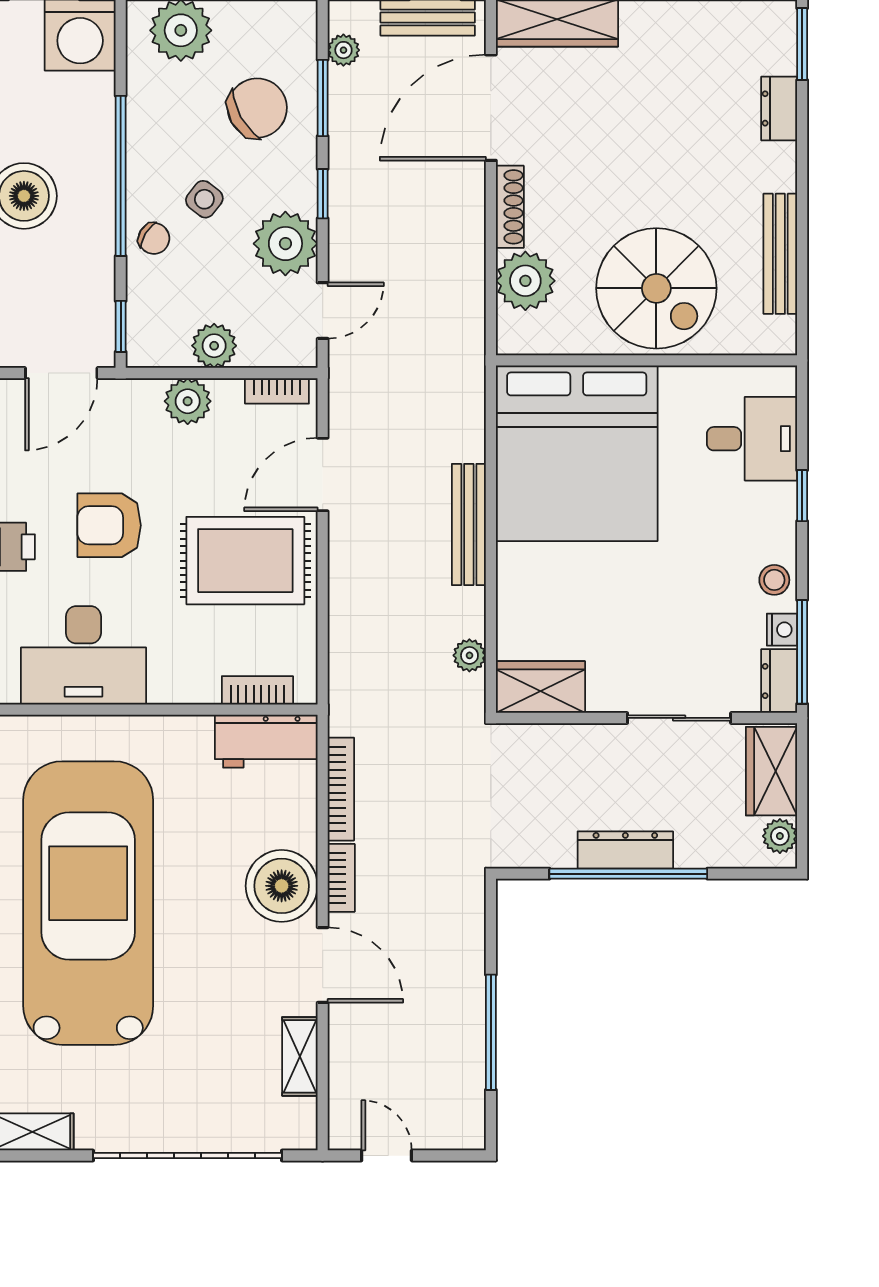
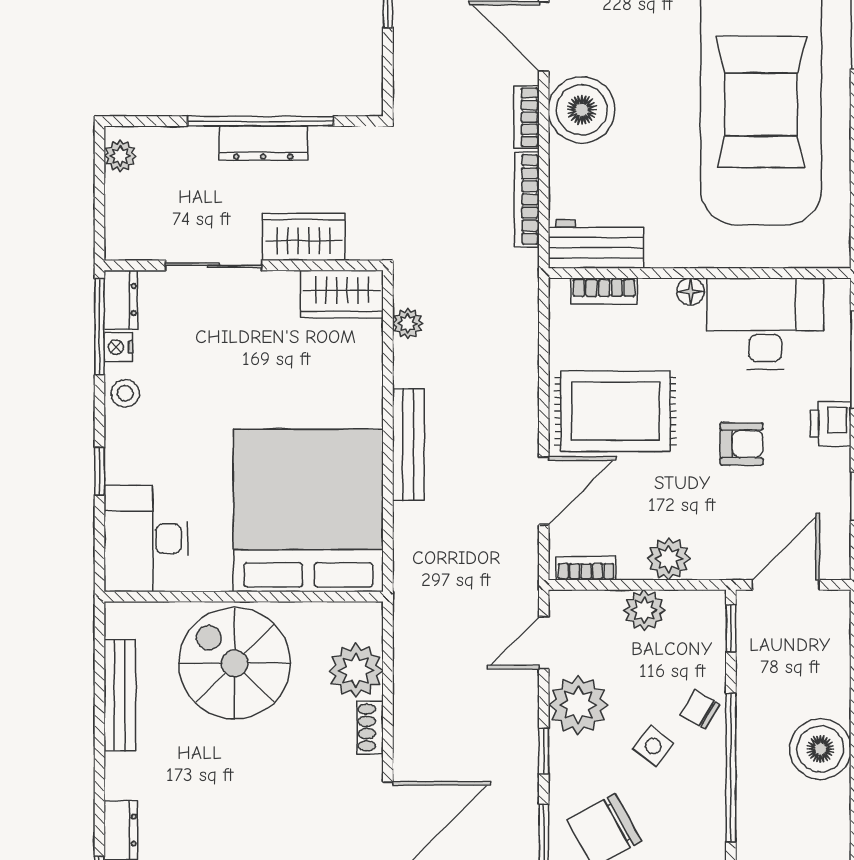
shoe rack: (510, 207) -> (370, 727), width x0.70
desk: (752, 439) -> (146, 539), width x1.37
armchair: (109, 525) -> (742, 444), width x0.72, depth x0.72
floor lamp: (164, 690) -> (690, 291), added
wardrobe: (771, 771) -> (304, 237), moved, turned -90

